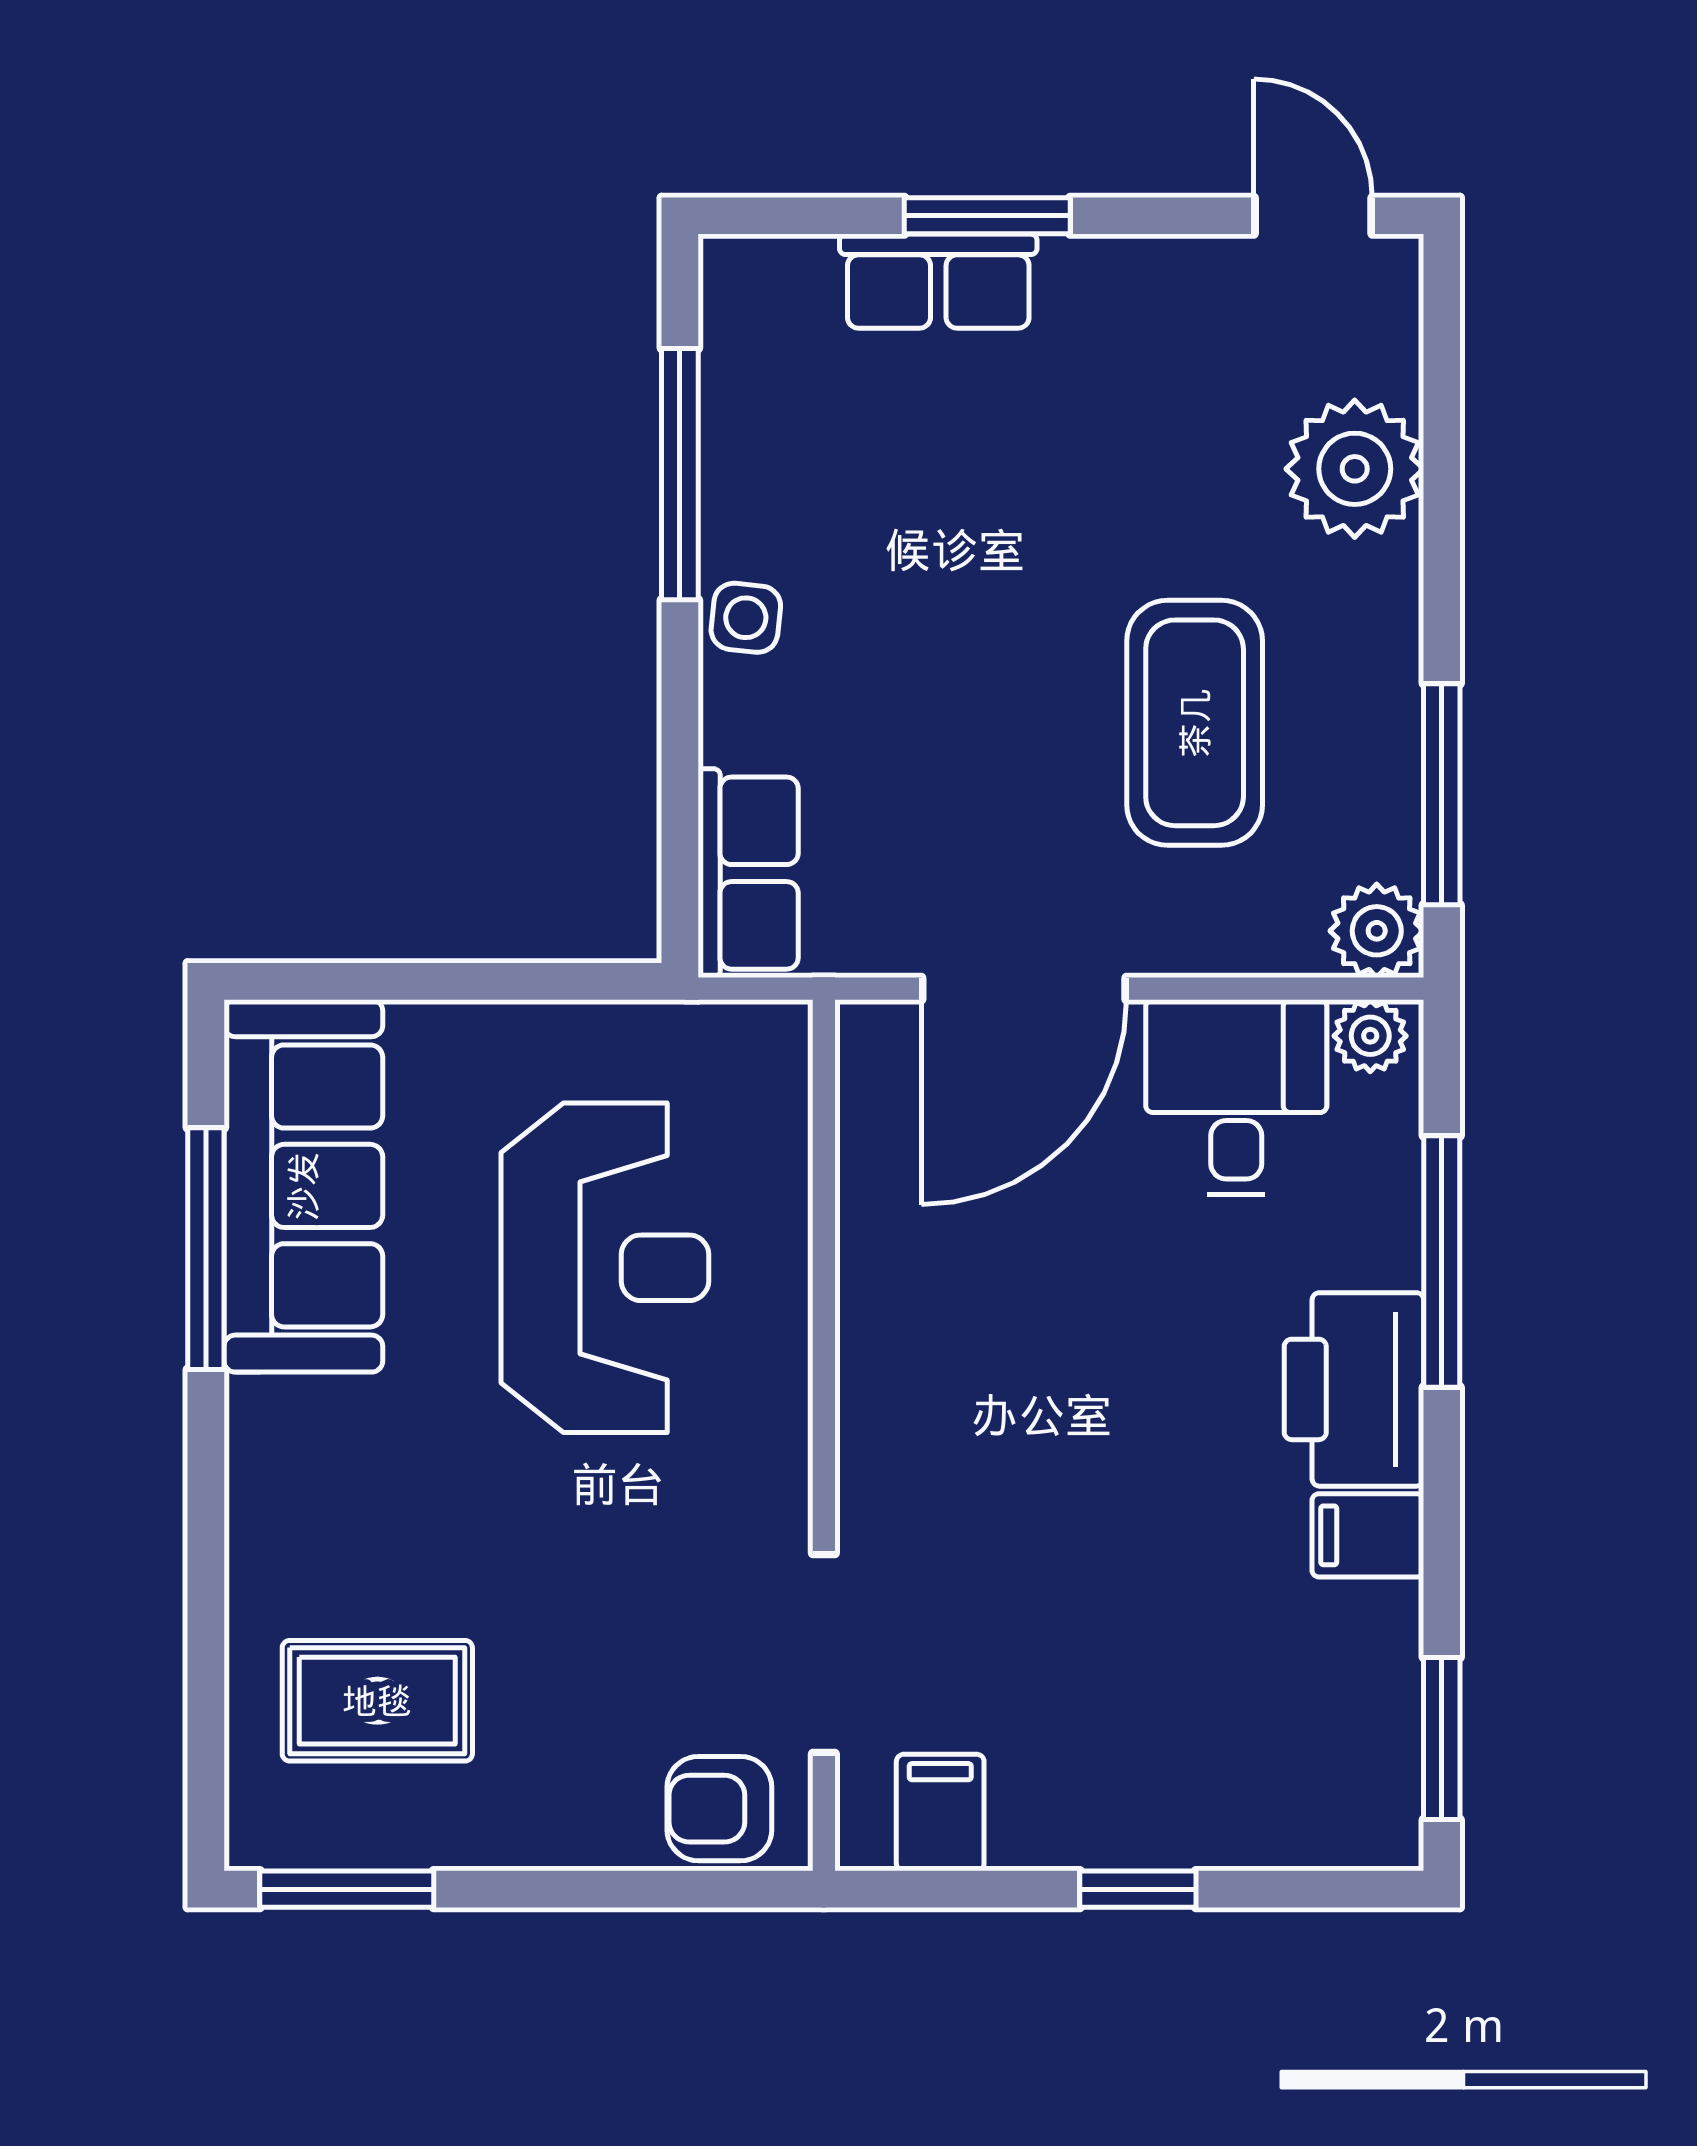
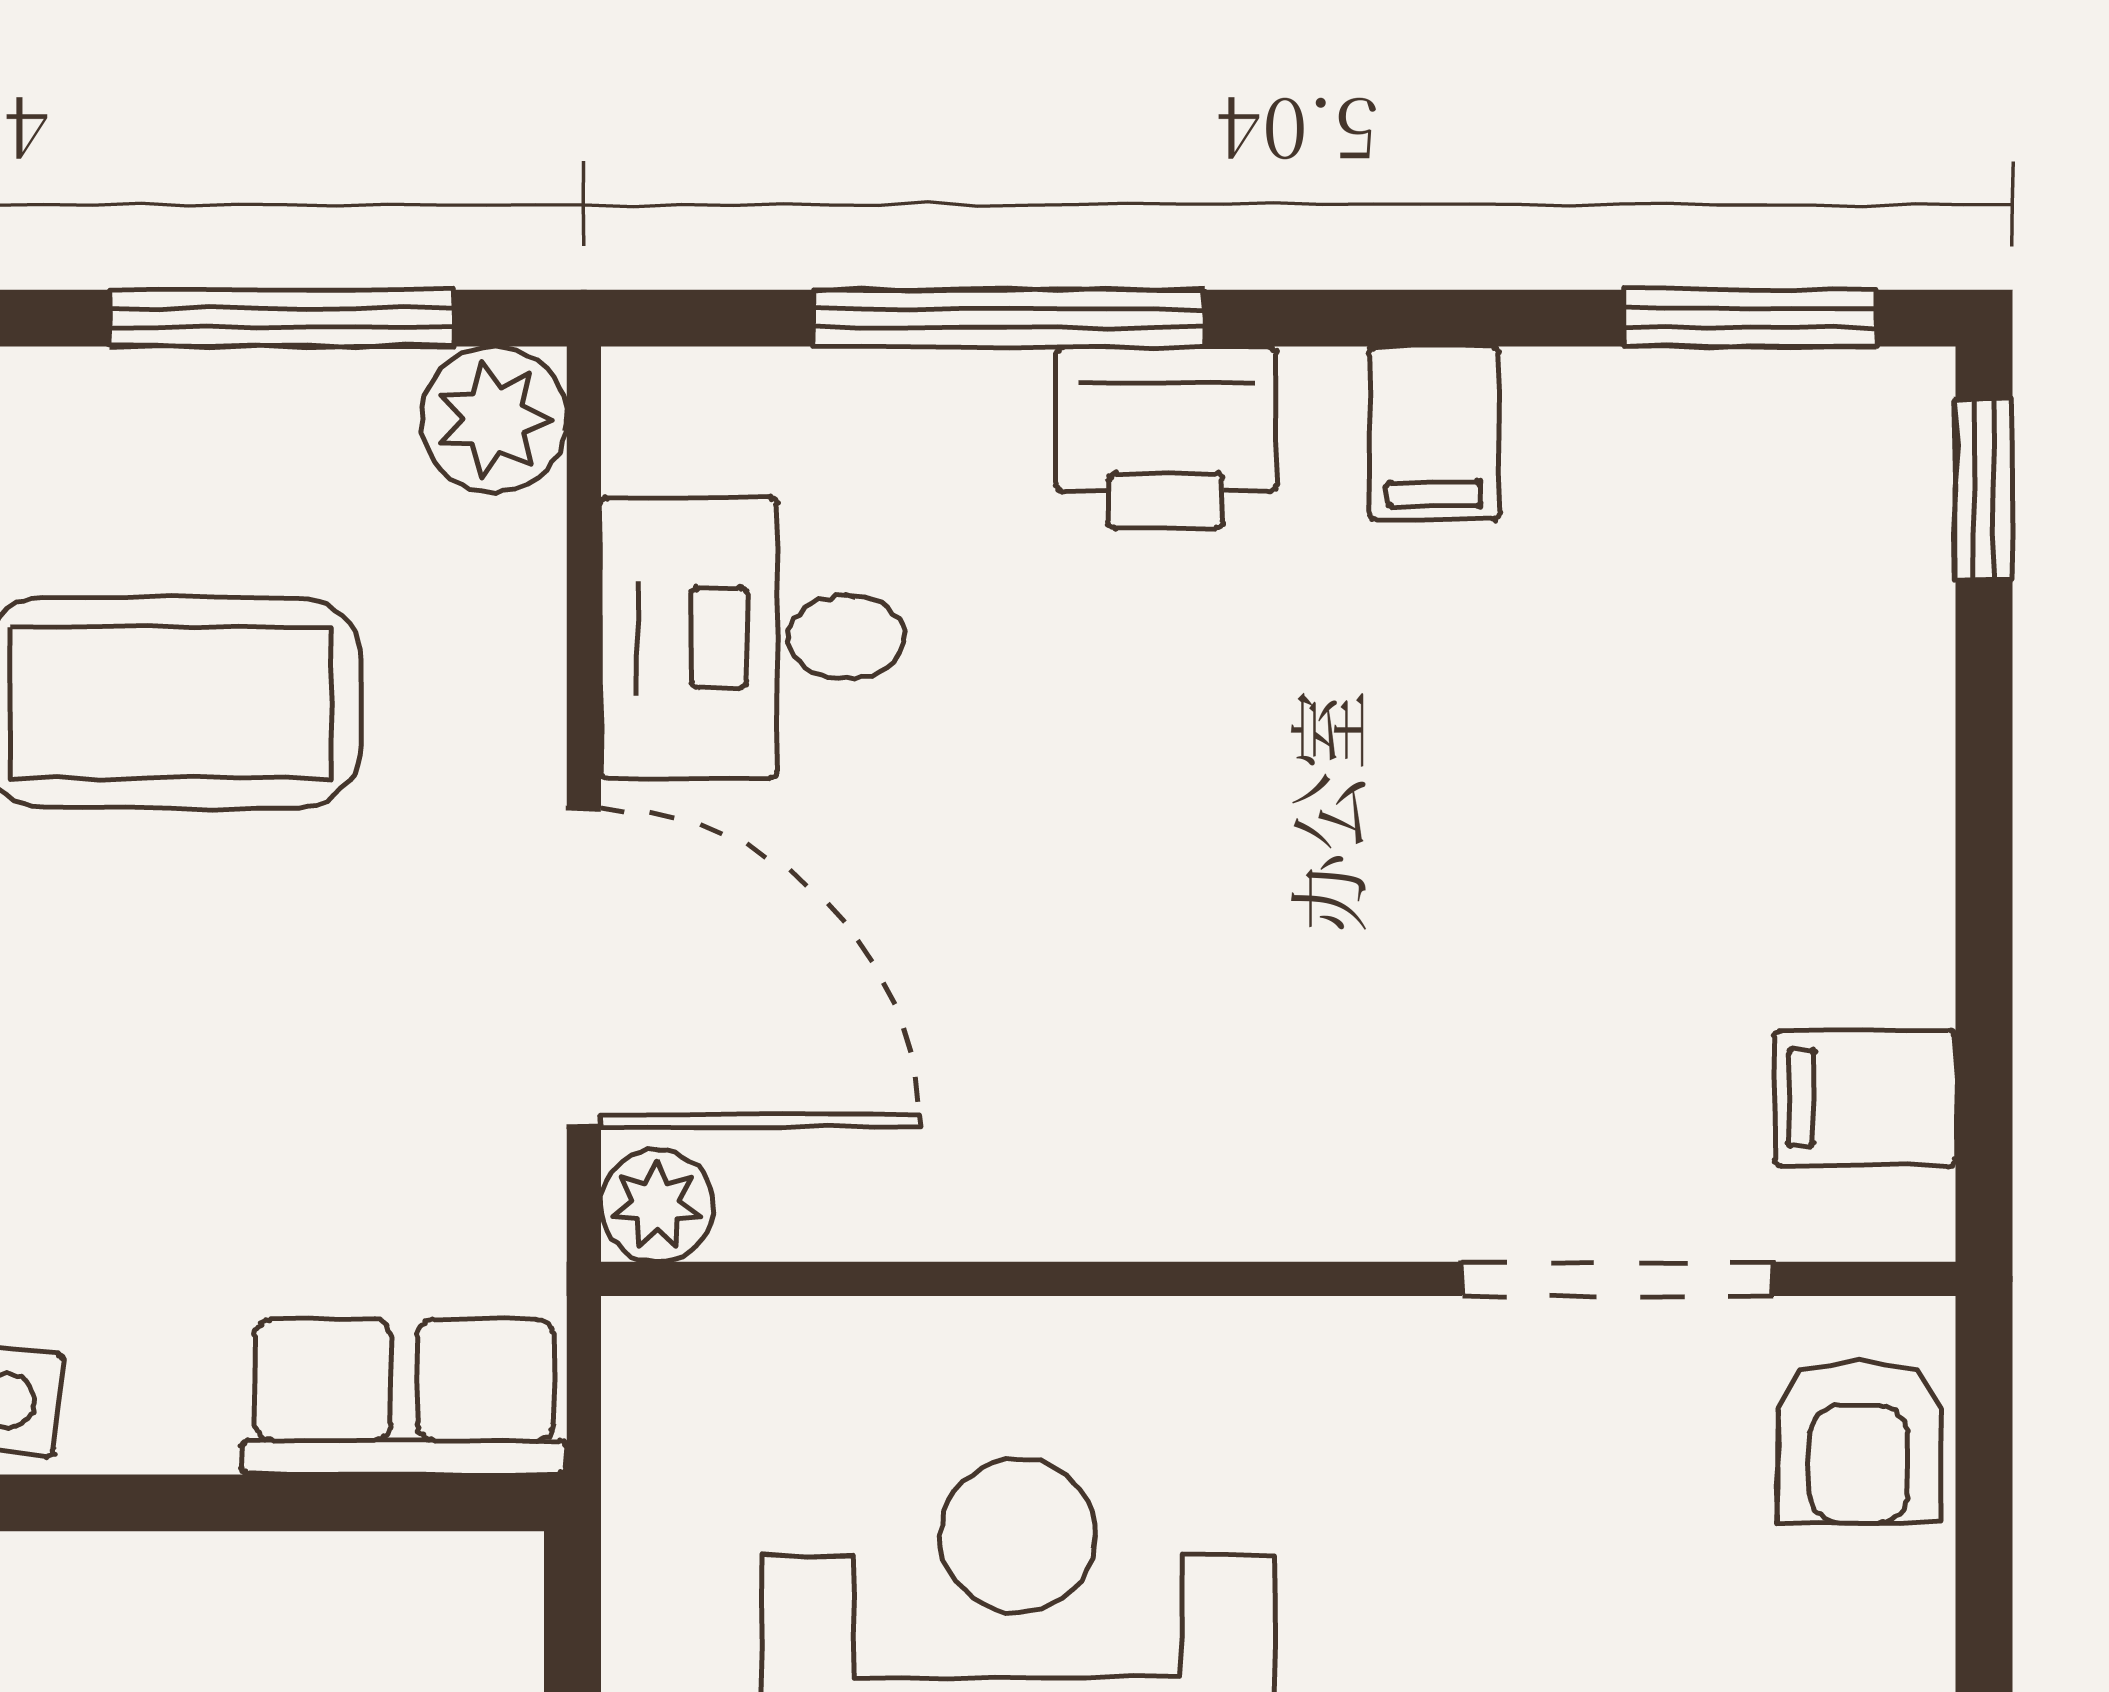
plant: (1370, 1036) -> (657, 1206), moved
printer: (1354, 1389) -> (1166, 437), width x0.73, depth x0.84
window: (1138, 1889) -> (1984, 490), moved

